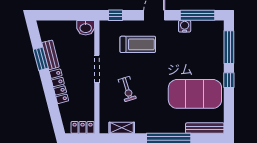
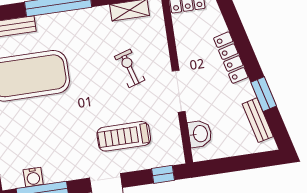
water cooler: (185, 26) -> (33, 177), moved
washbasin: (86, 28) -> (200, 134), moved, turned 90
bench: (51, 55) -> (258, 120), moved

